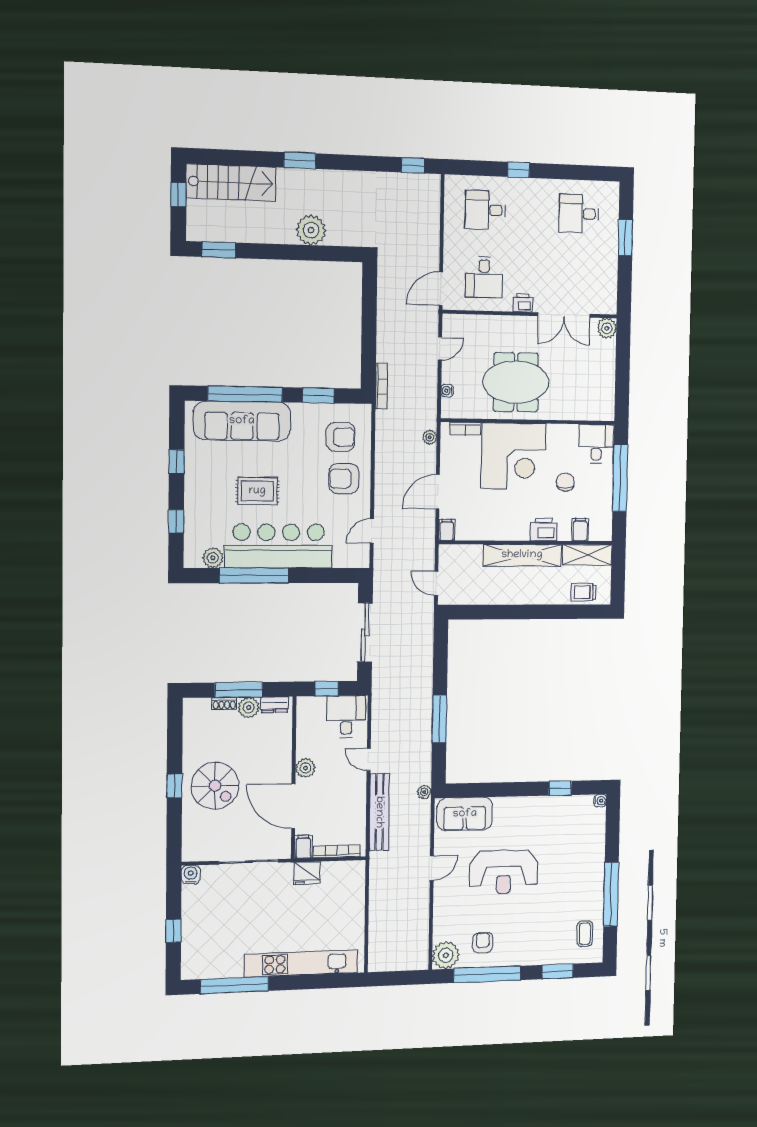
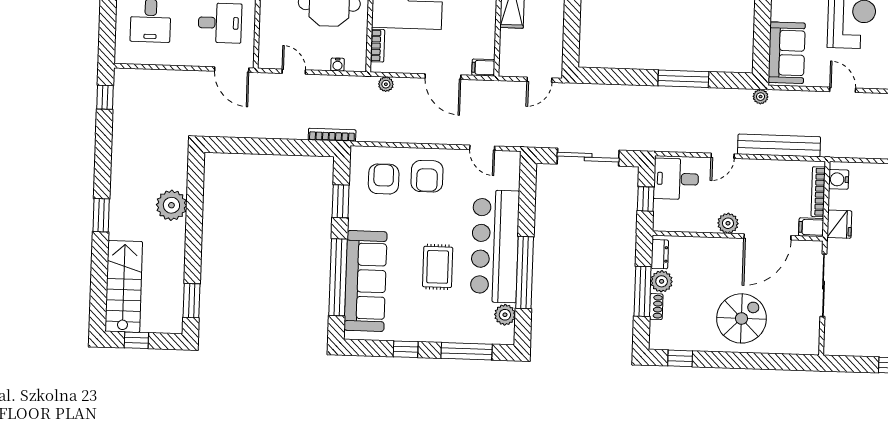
window: (176, 521) -> (467, 351), width x2.17
window: (174, 786) -> (680, 358), moved
water cooler: (191, 875) -> (839, 179), moved

